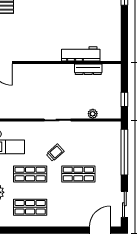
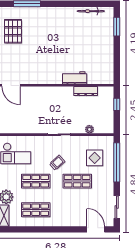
workbench: (81, 54) -> (75, 78), width x0.73
window: (124, 99) -> (117, 104), moved
display table: (99, 147) -> (95, 158), added
door: (100, 230) -> (96, 229), hinge flipped

